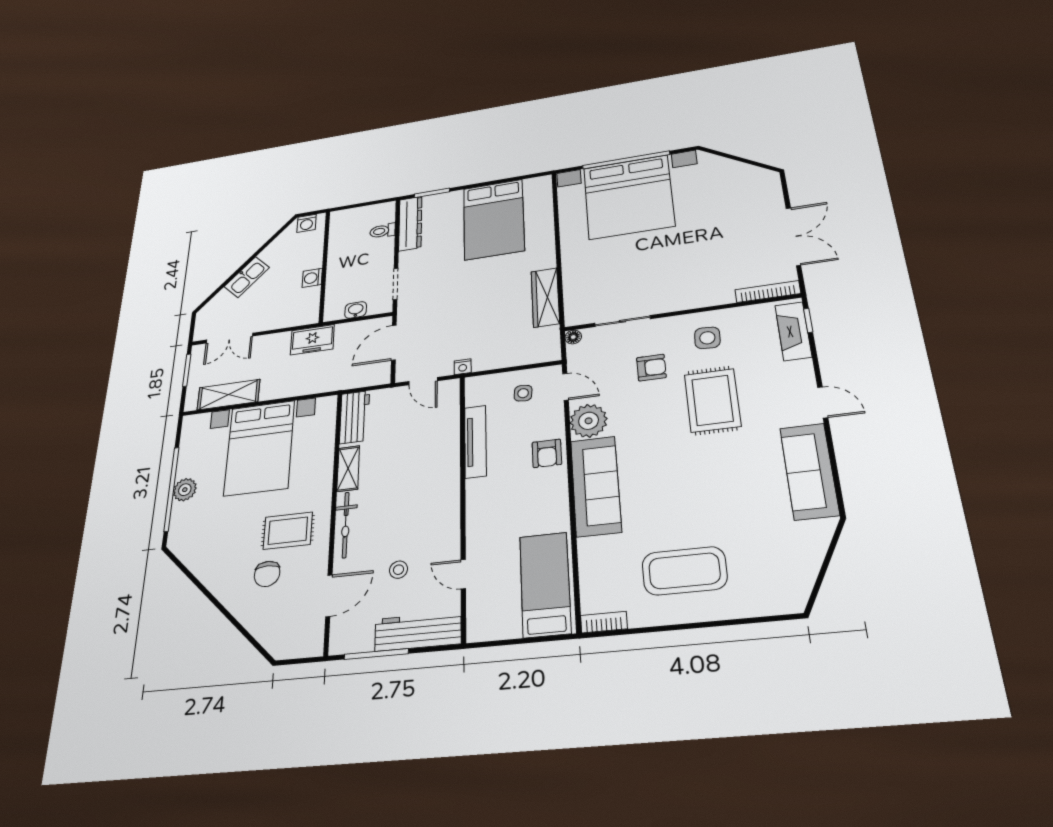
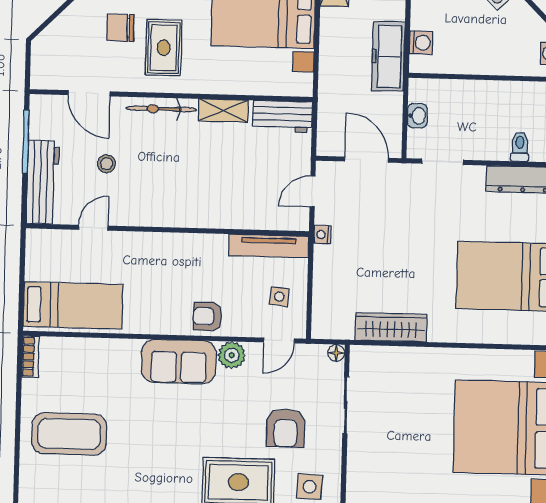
washing machine: (312, 278) -> (421, 43), moved, turned 90
freezer: (312, 340) -> (388, 56), width x1.40
armchair: (651, 368) -> (286, 428), width x1.38, depth x1.38
plant: (589, 421) -> (232, 355), width x0.73, depth x0.73
tv unit: (475, 442) -> (269, 246), moved
sofa: (596, 486) -> (179, 362), width x0.73
coffee table: (684, 571) -> (69, 434), turned 90

